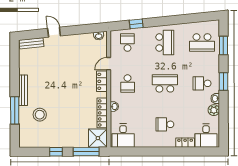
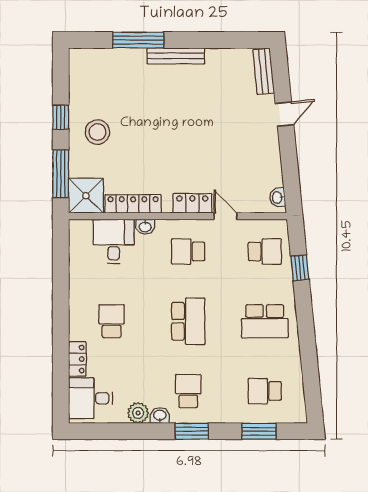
school desk: (202, 42) -> (265, 391), width x0.54
stool: (40, 115) -> (97, 132), moved
desk: (123, 136) -> (114, 241), moved, turned 90

